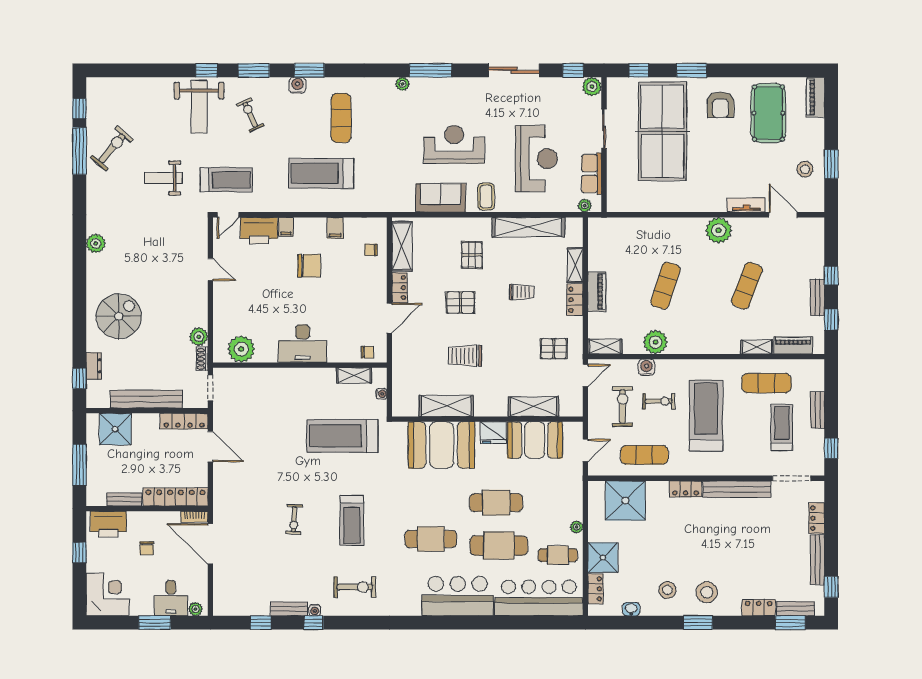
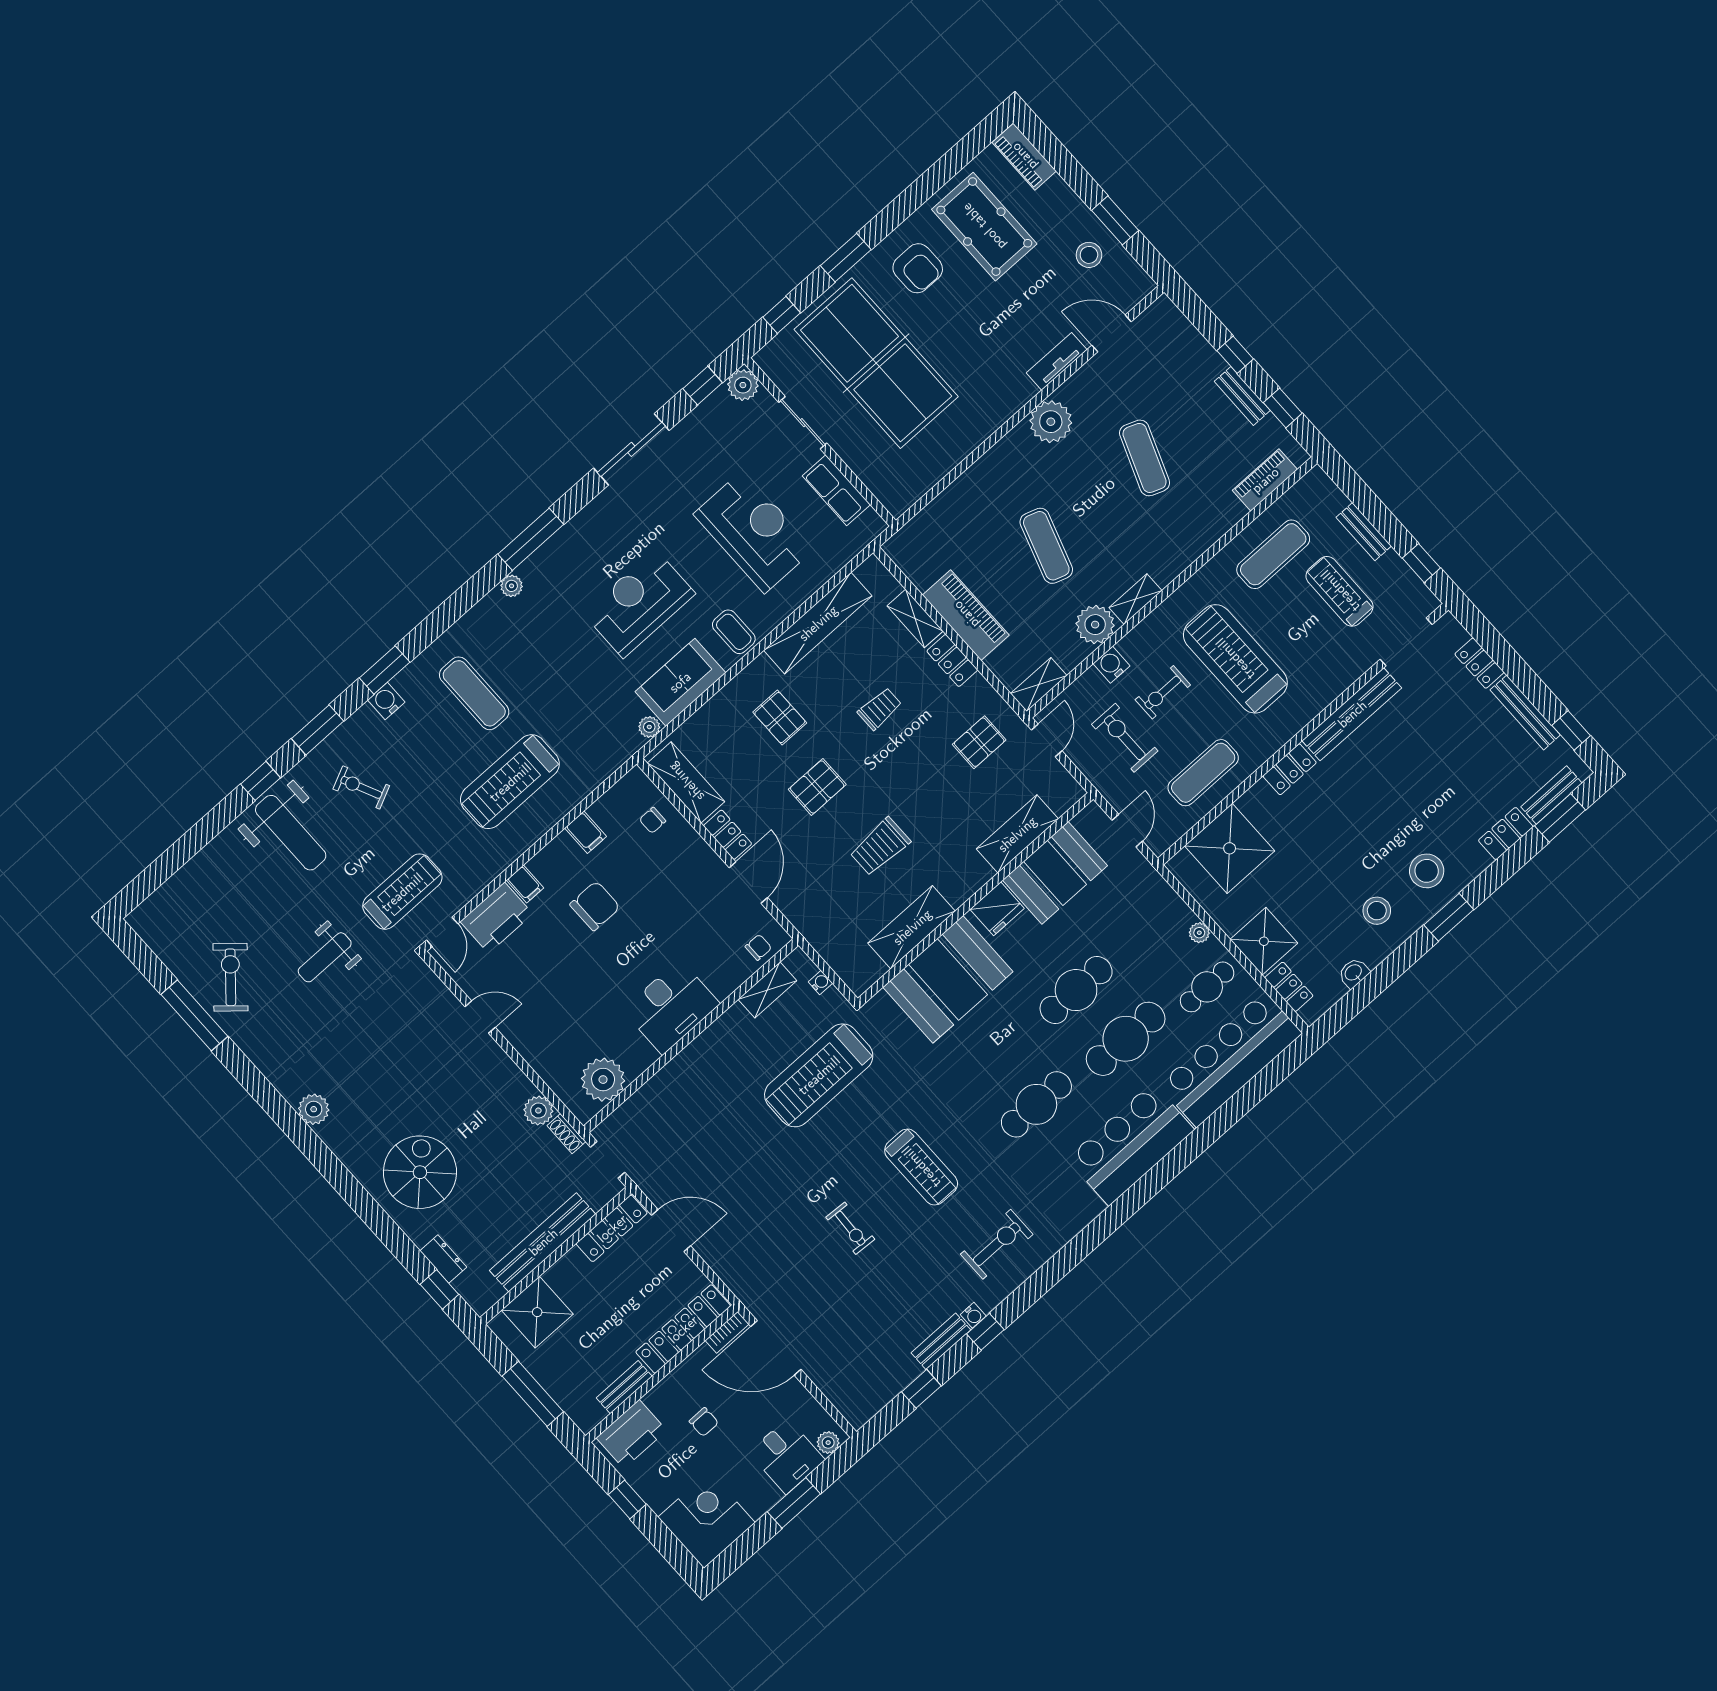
window: (79, 109) -> (149, 964), removed
plant: (585, 206) -> (649, 727), moved
piano: (597, 292) -> (966, 615), width x1.37, depth x1.33
shelving: (757, 347) -> (1135, 599), moved
exercise bike: (659, 401) -> (1163, 692), turned 180

